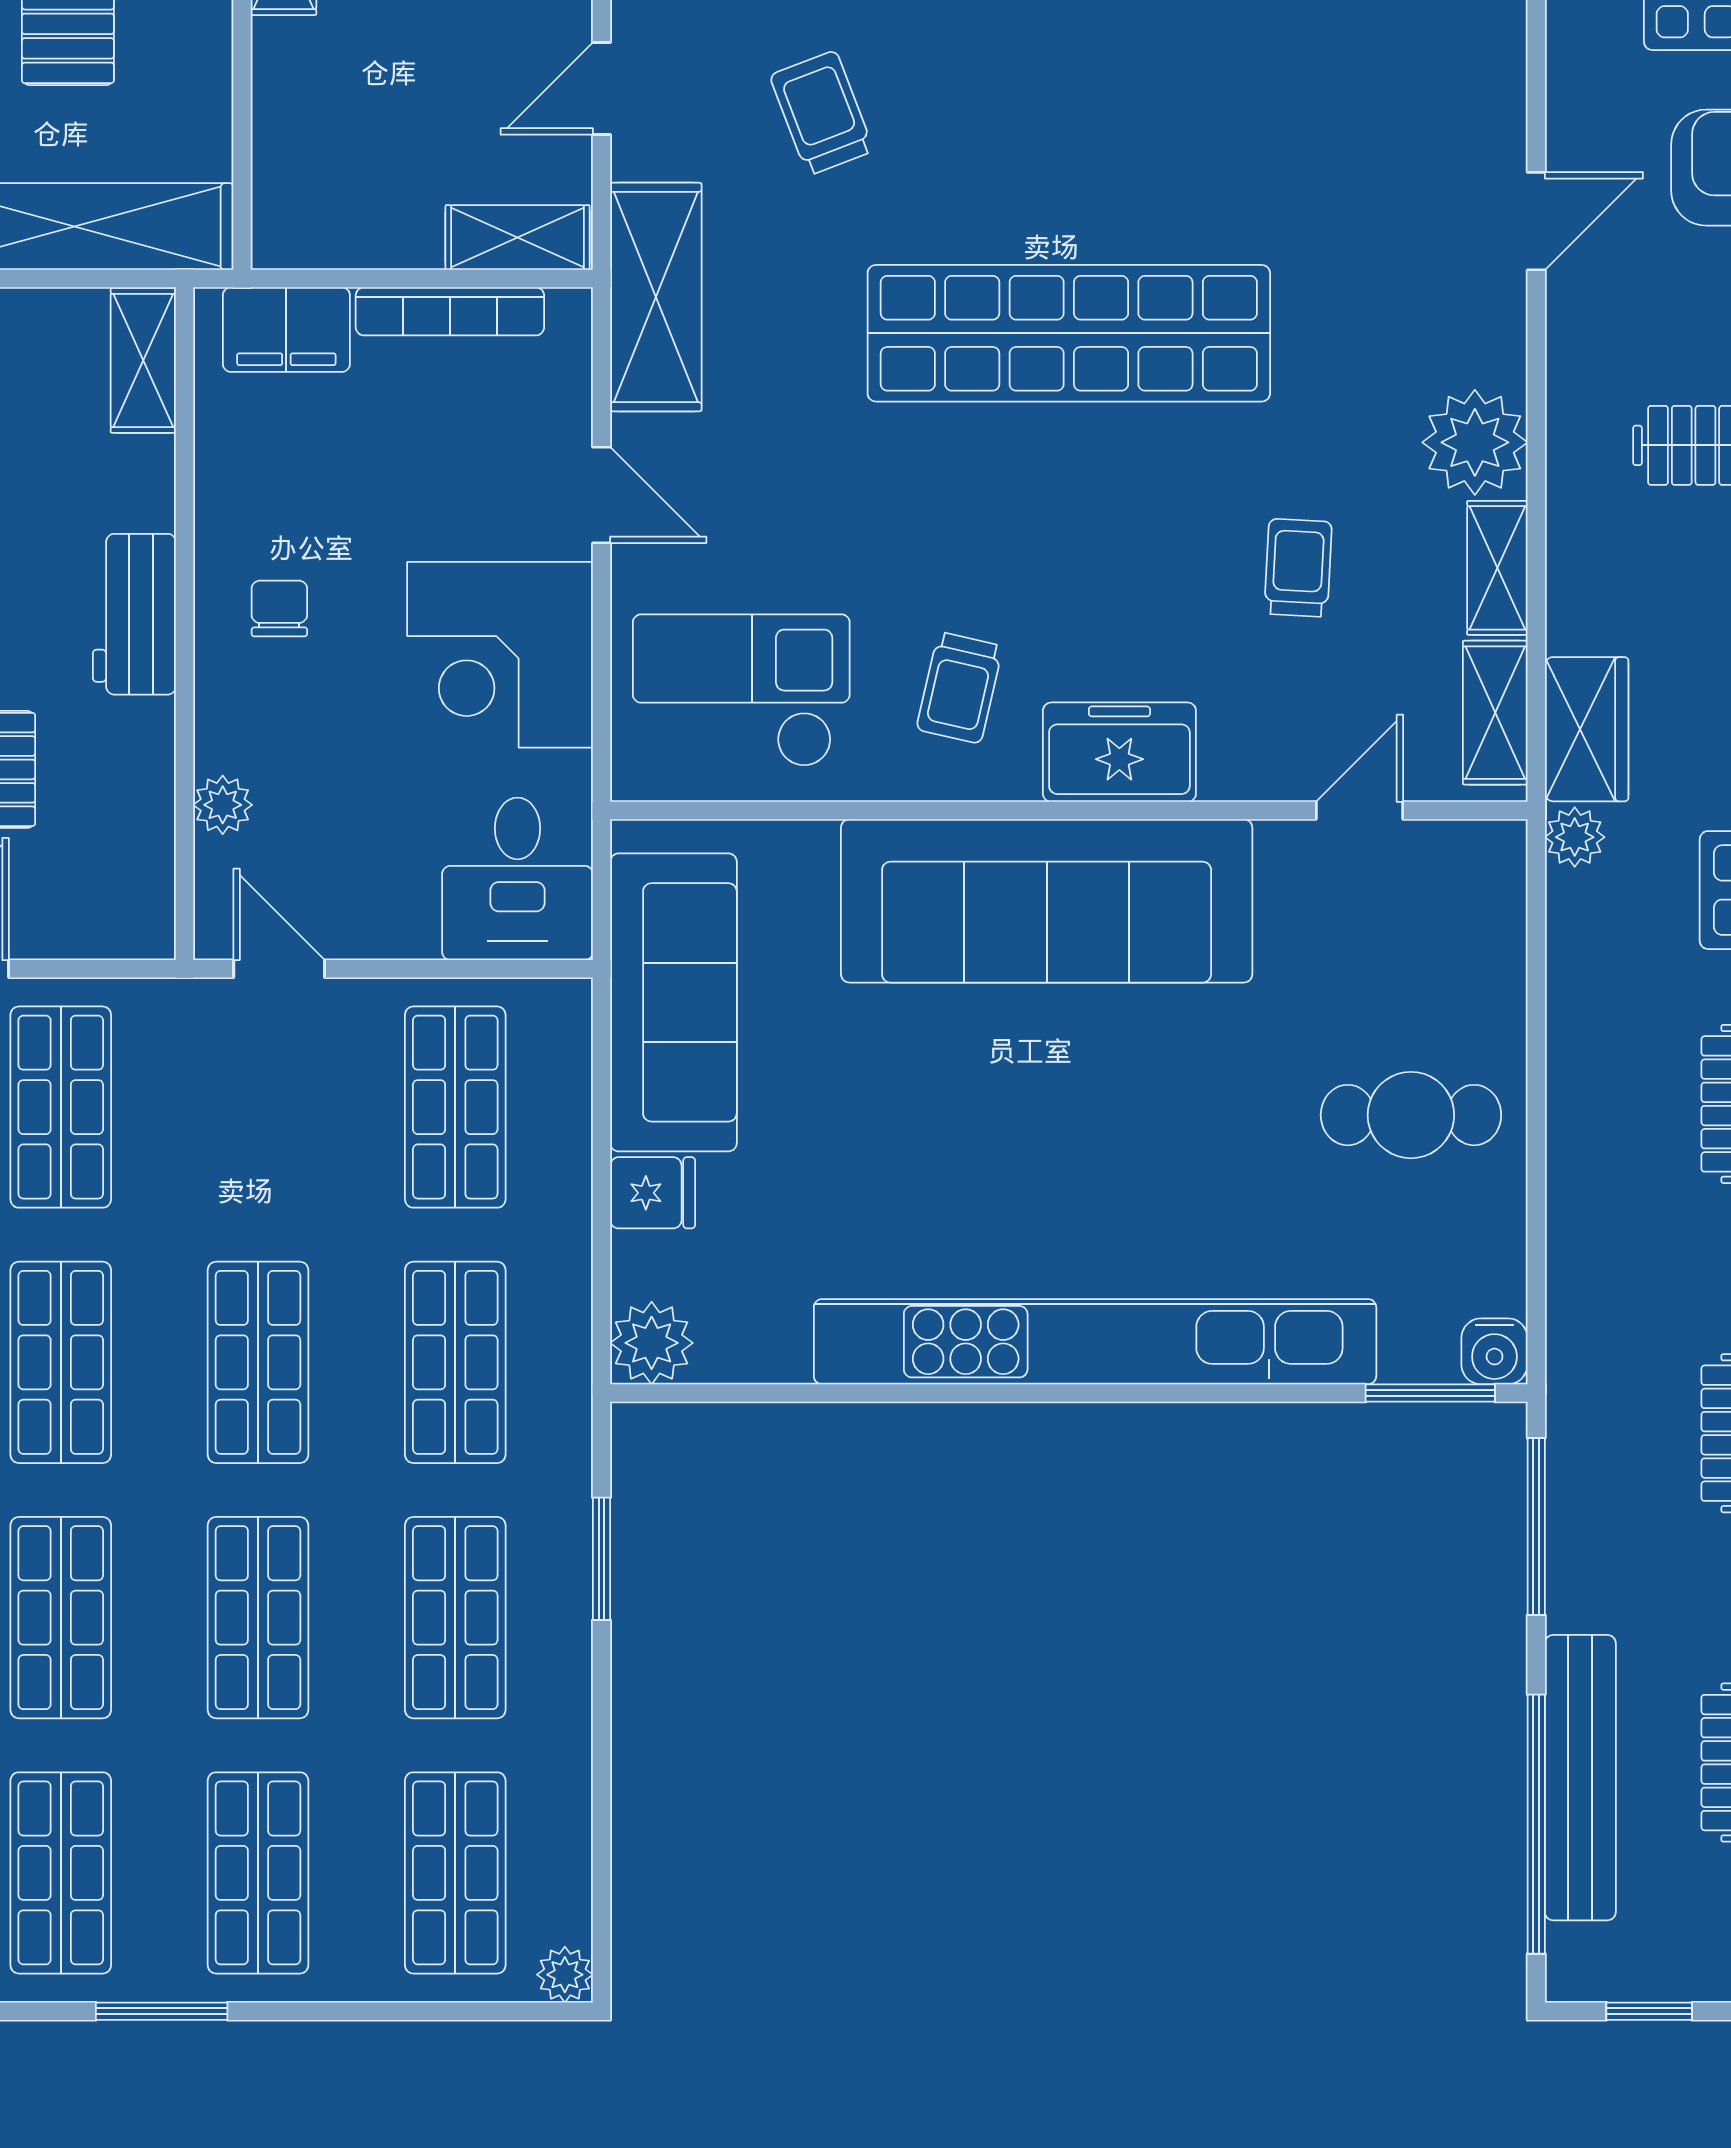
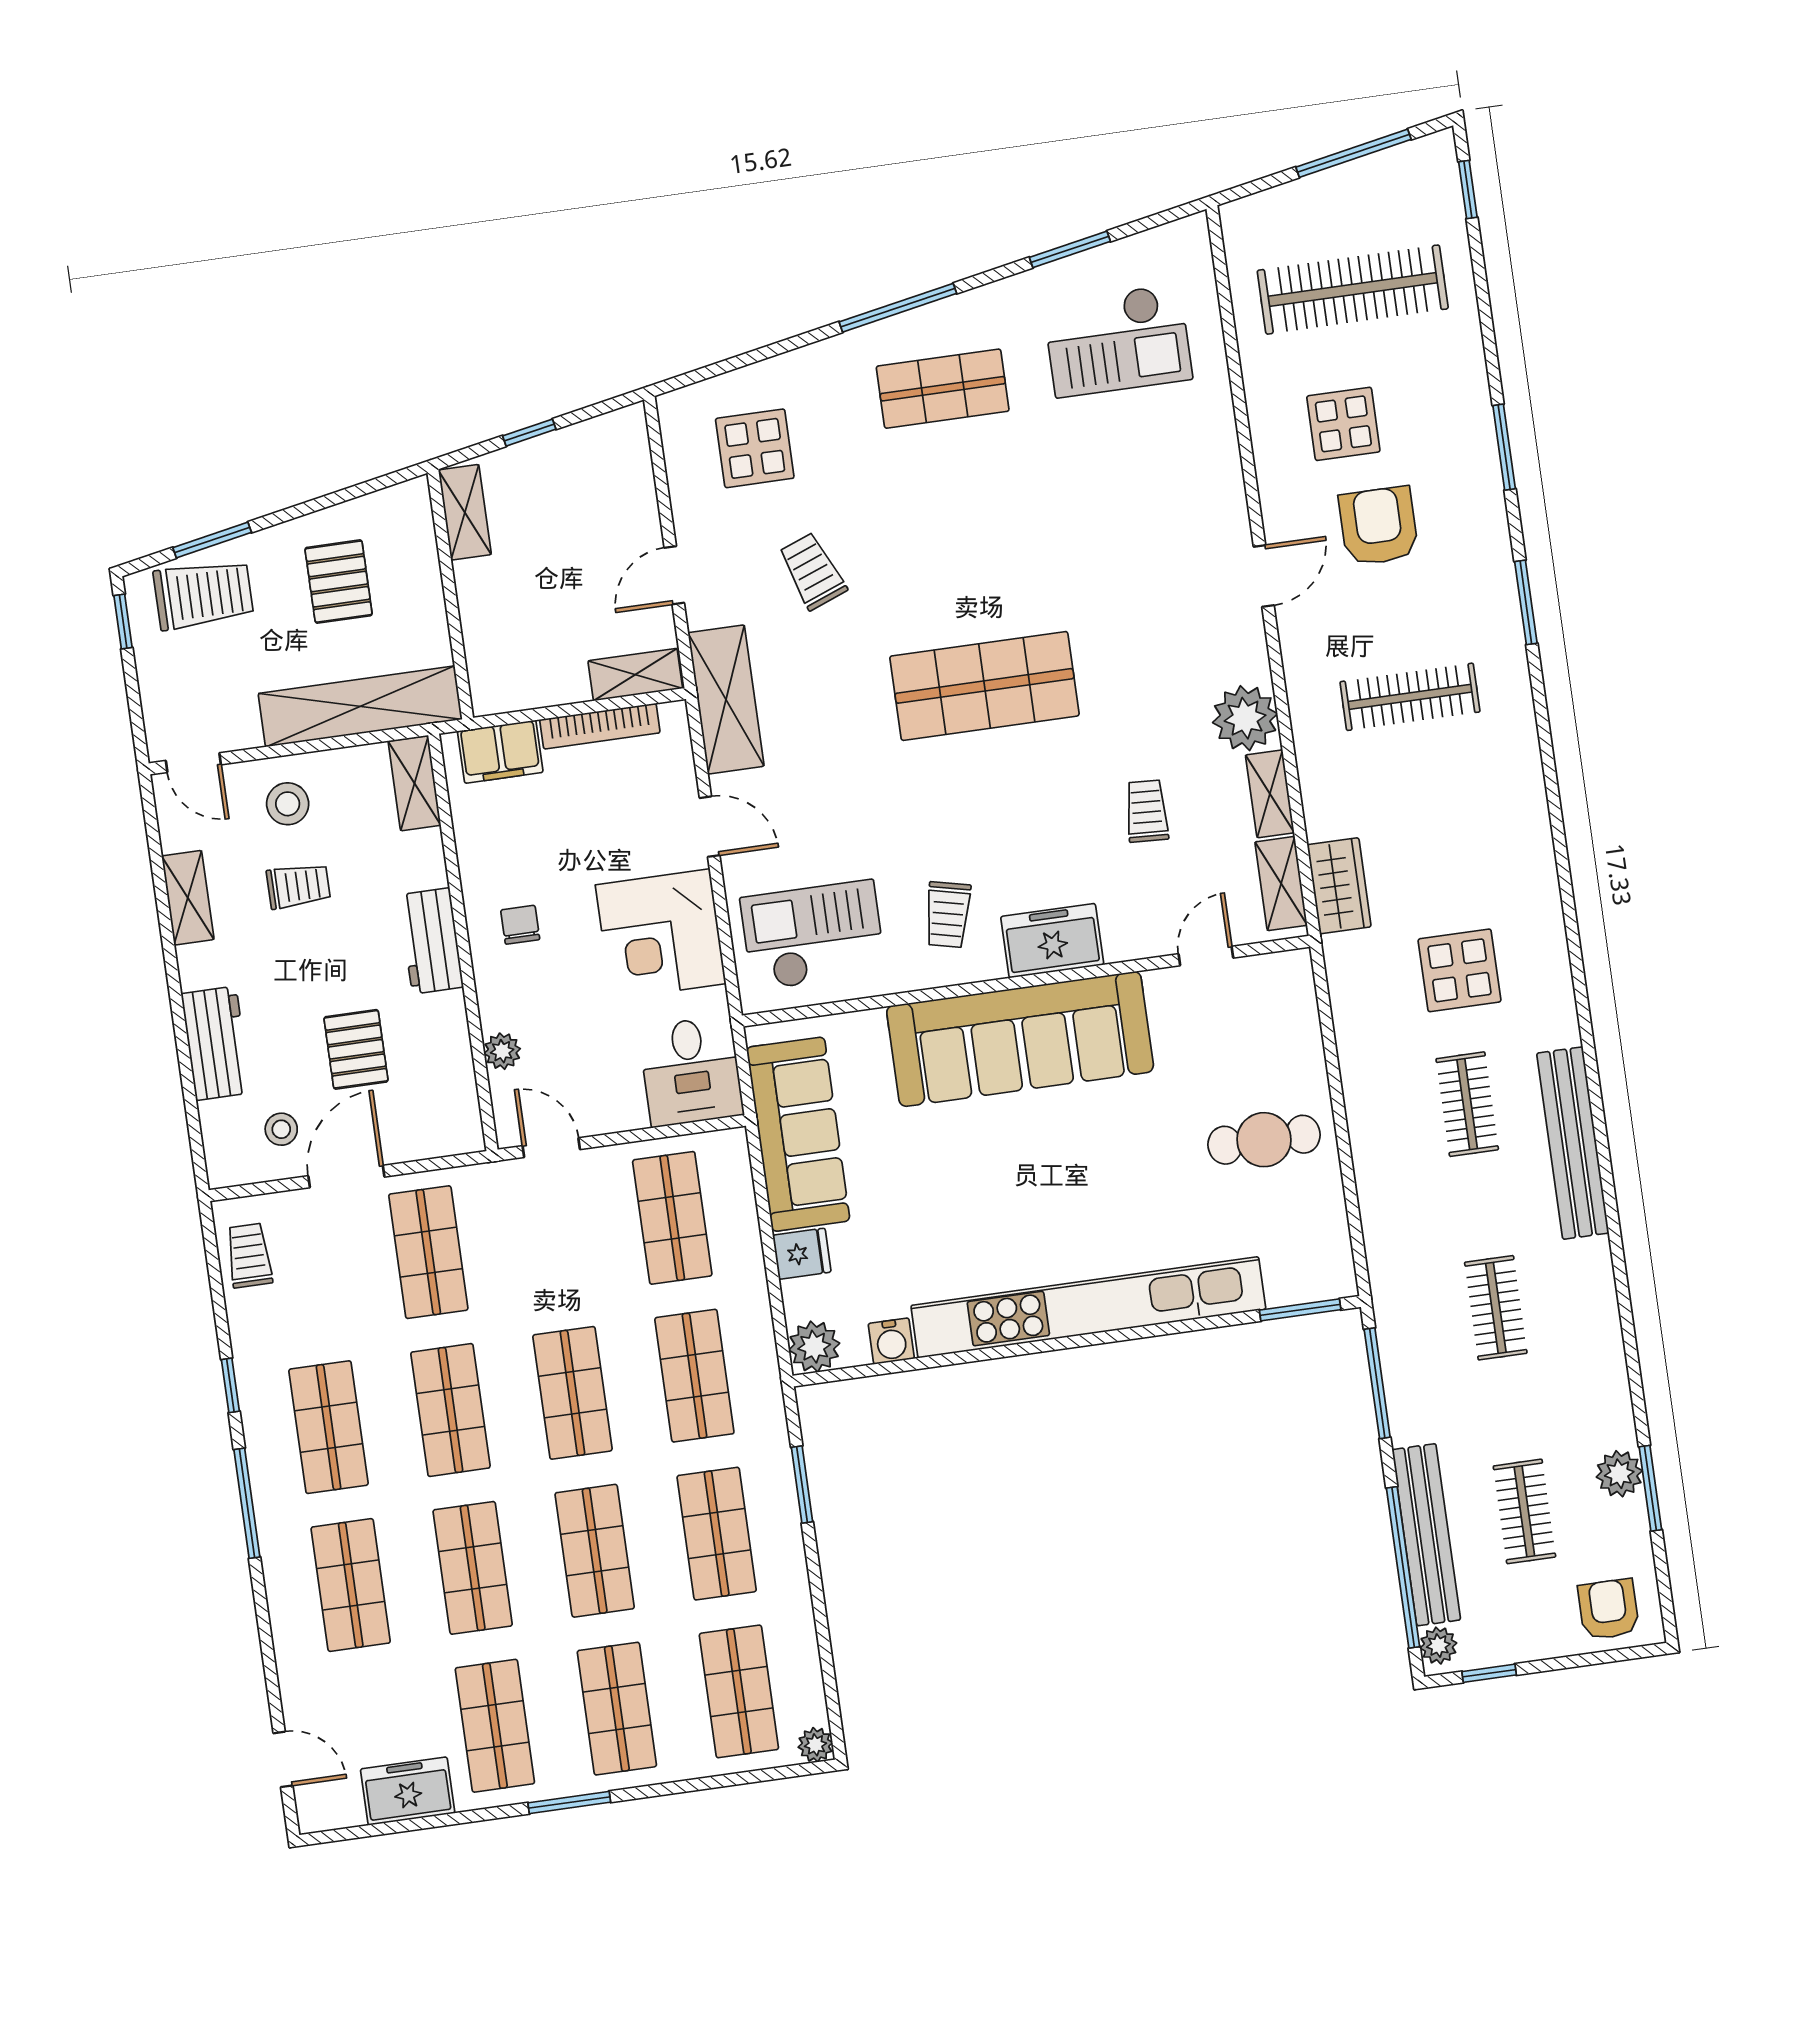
shop shelf: (1069, 333) -> (984, 686), width x0.71
plant: (1575, 837) -> (1438, 1646), moved
water cooler: (1494, 1351) -> (891, 1341), moved

